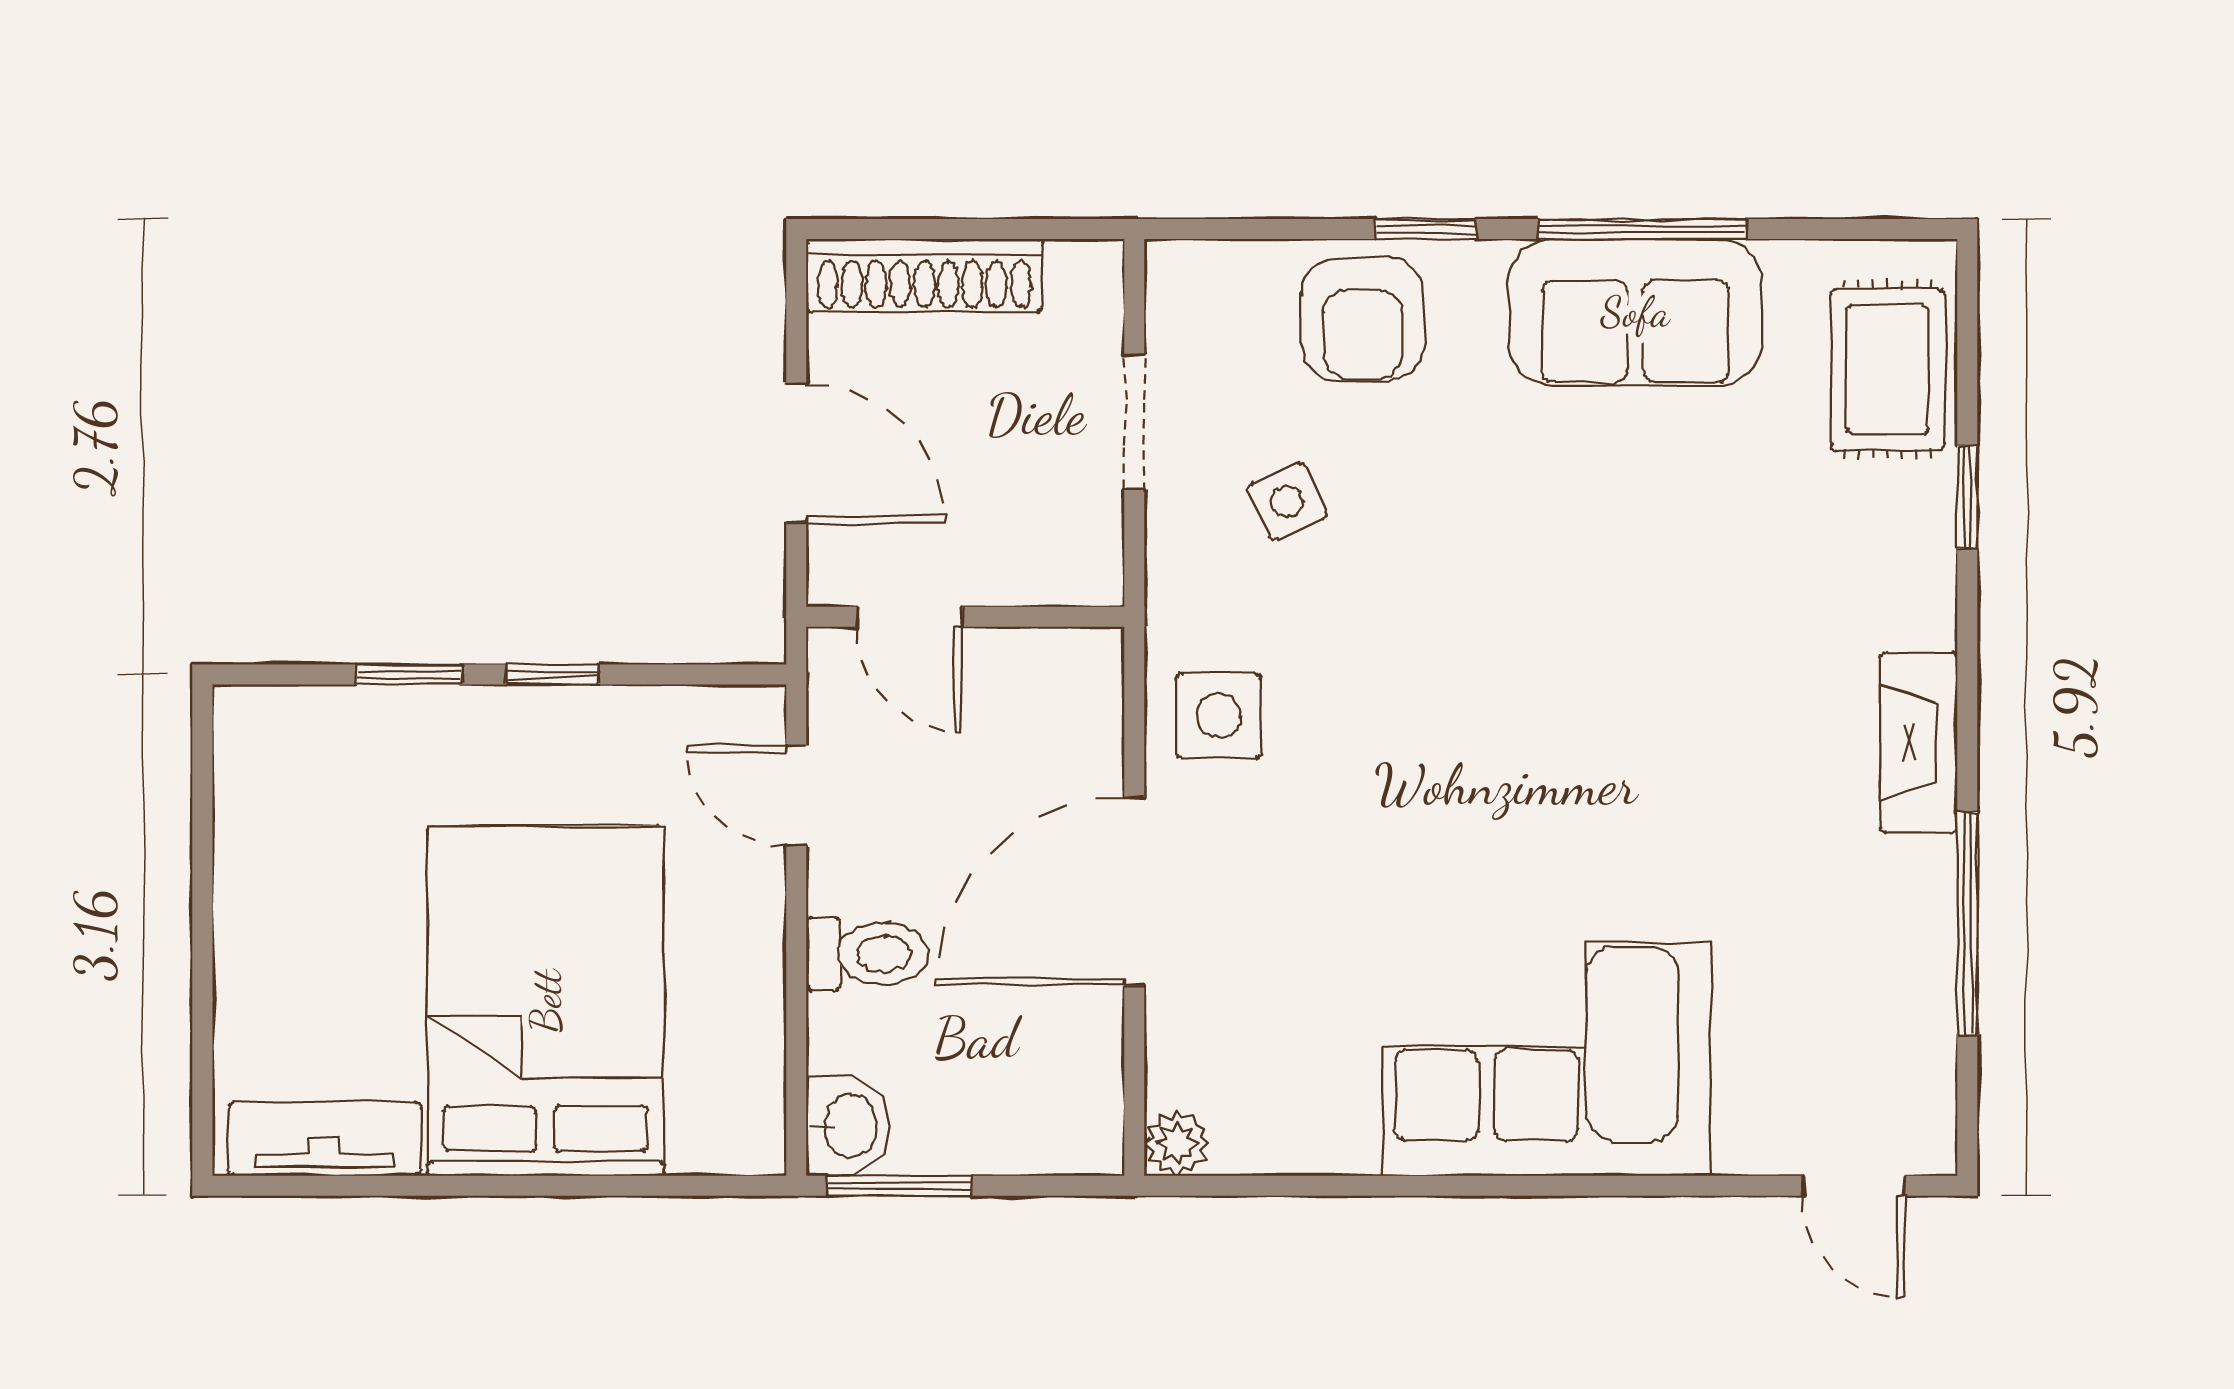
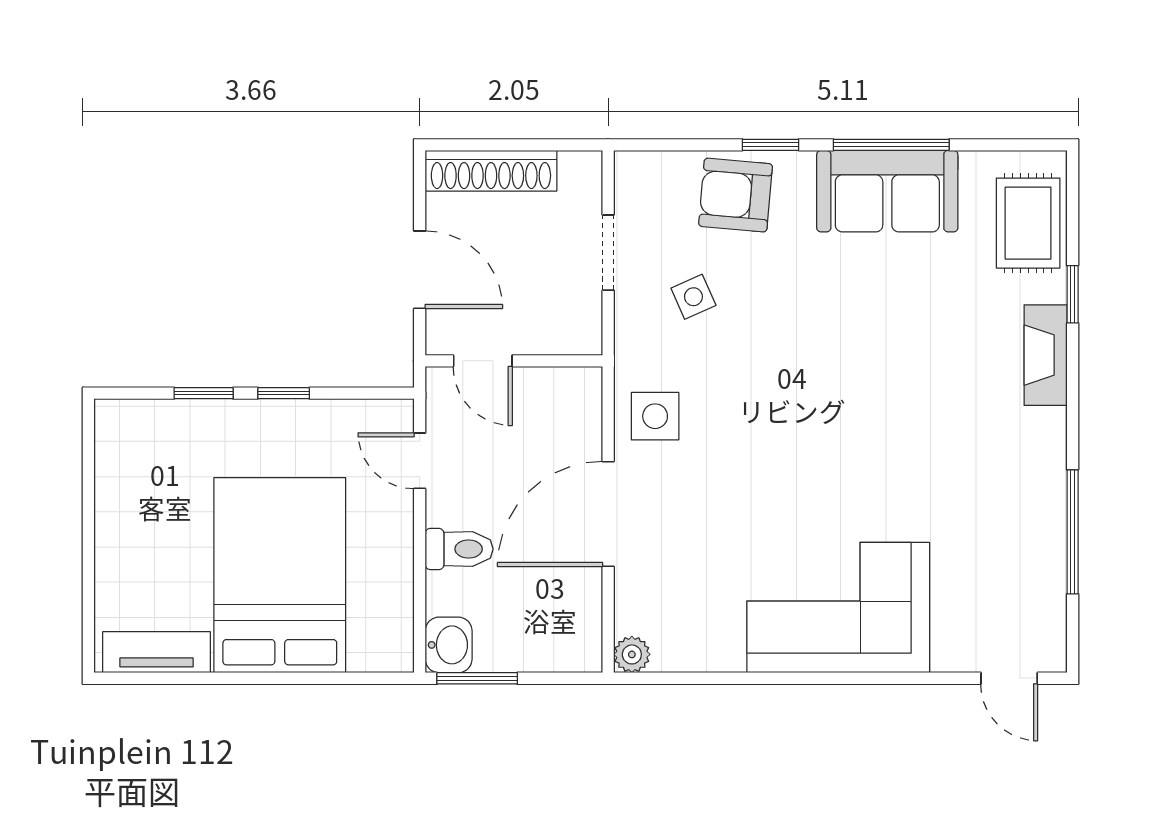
armchair: (1363, 319) -> (736, 195), turned 95
fireplace: (1919, 743) -> (1046, 355), moved

